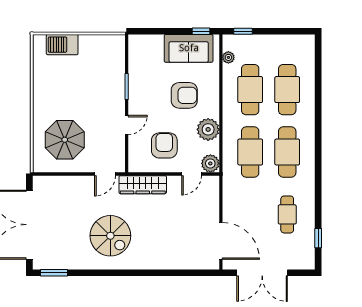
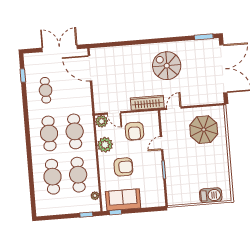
armchair: (184, 95) -> (123, 167), turned 180
door: (192, 174) -> (114, 113), swing flipped

